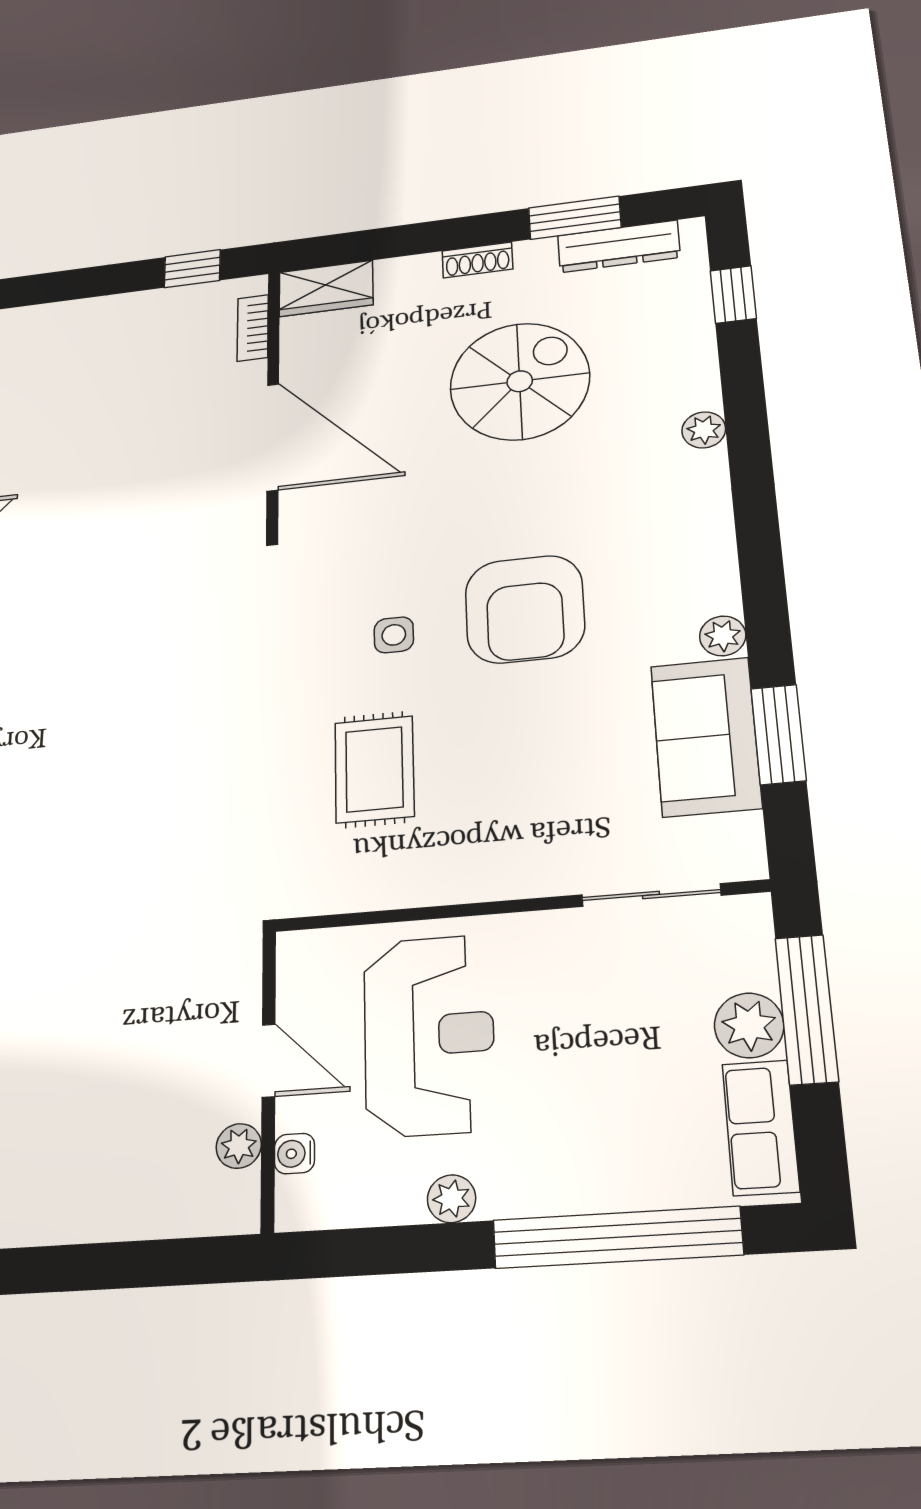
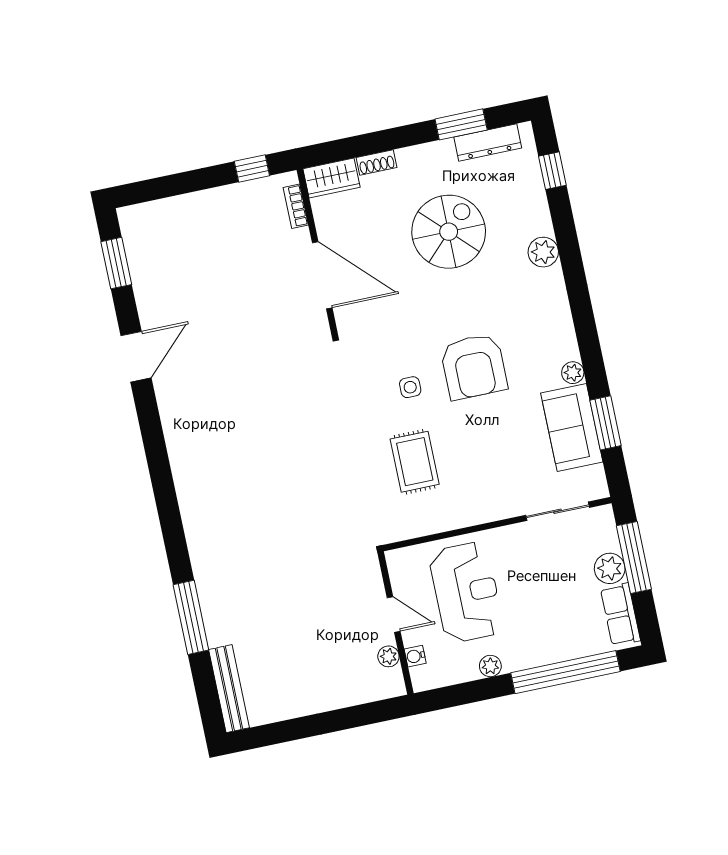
shoe rack: (477, 260) -> (376, 163), moved
plant: (704, 430) -> (543, 252), width x1.38, depth x1.38

